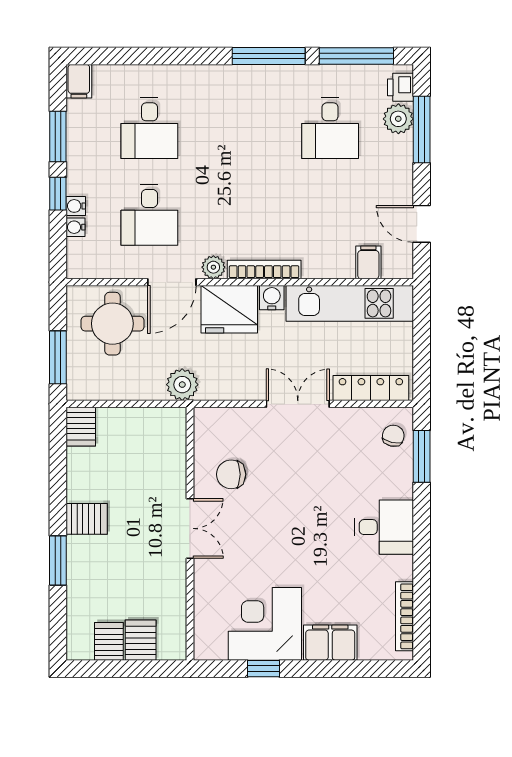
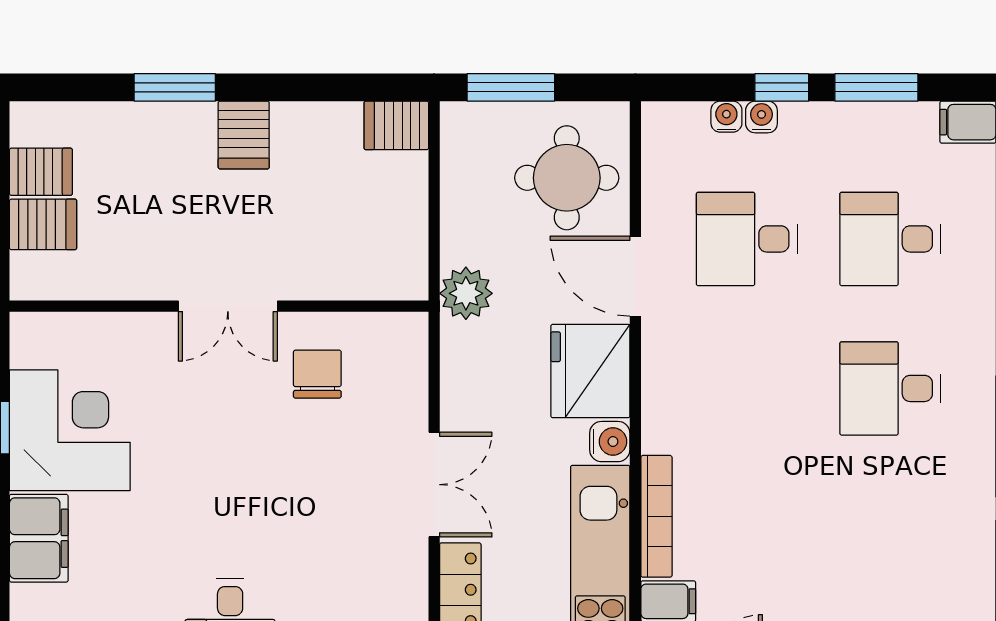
desk: (330, 128) -> (890, 388), moved
plant: (213, 267) -> (660, 345), removed
bookcase: (264, 269) -> (656, 516), moved

